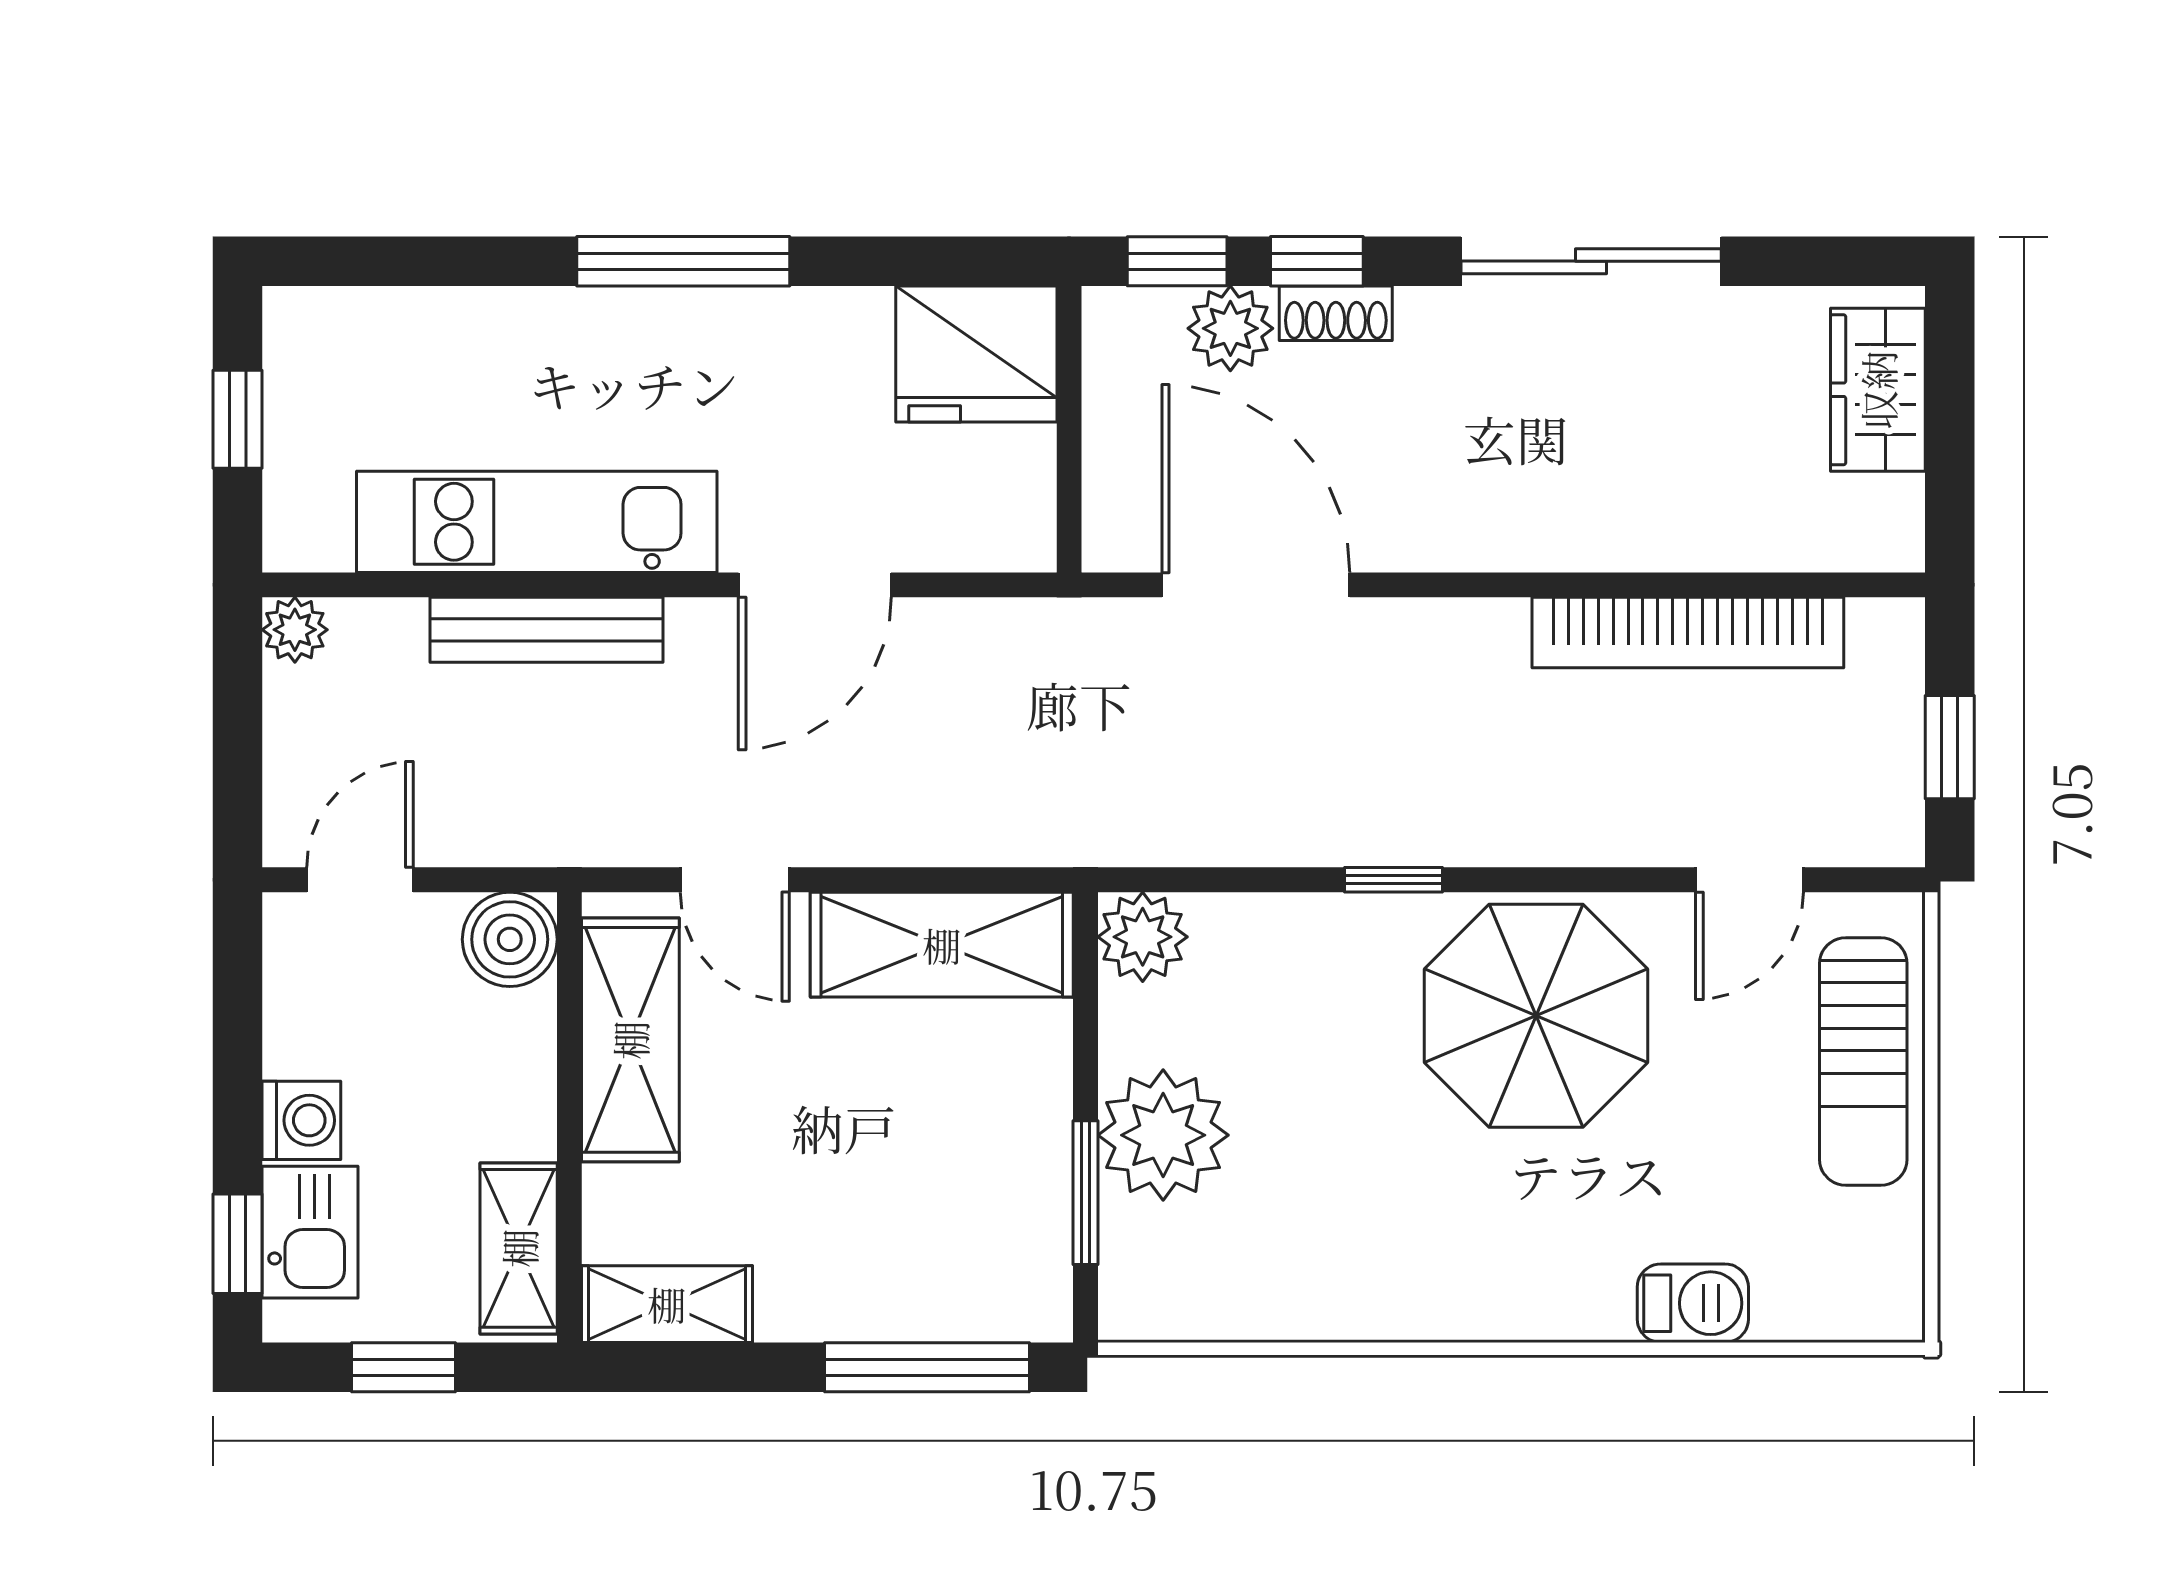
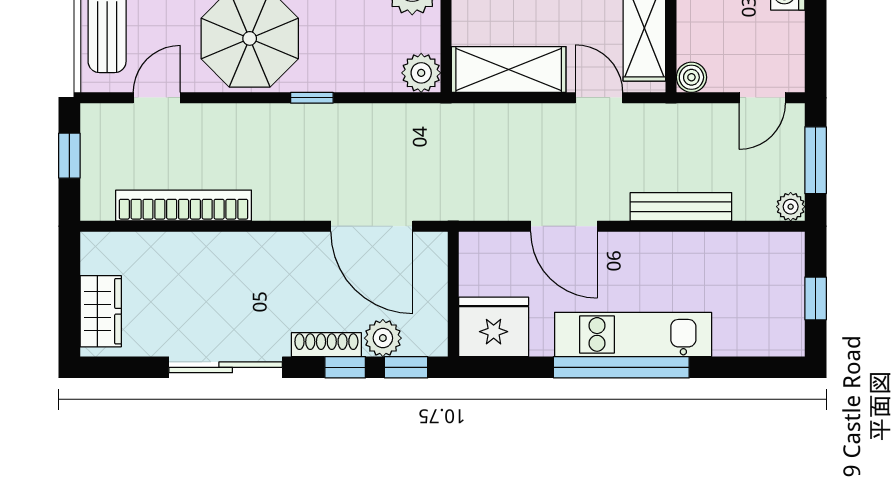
window: (683, 261) -> (621, 367), width x1.46
shoe rack: (1336, 313) -> (326, 345), width x1.43
kitchen unit: (537, 522) -> (633, 334), moved, turned 180
door: (815, 585) -> (564, 226), swing flipped
window: (238, 736) -> (816, 160), added
boiler: (510, 939) -> (691, 77), width x0.73, depth x0.73

